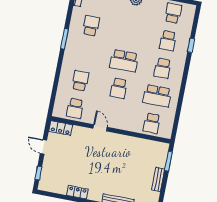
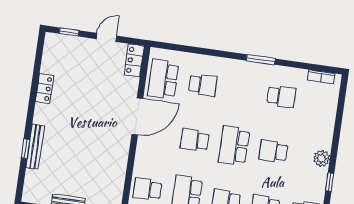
school desk: (129, 33) -> (273, 151), added
school desk: (75, 108) -> (163, 79), width x1.85
door: (100, 128) -> (137, 116), width x1.88

